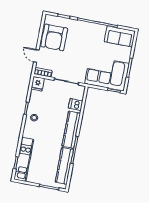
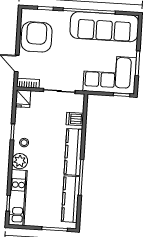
sofa: (120, 36) -> (104, 27), width x1.85, depth x1.27
armchair: (54, 37) -> (37, 37), turned 180
plant: (29, 131) -> (20, 161), added

